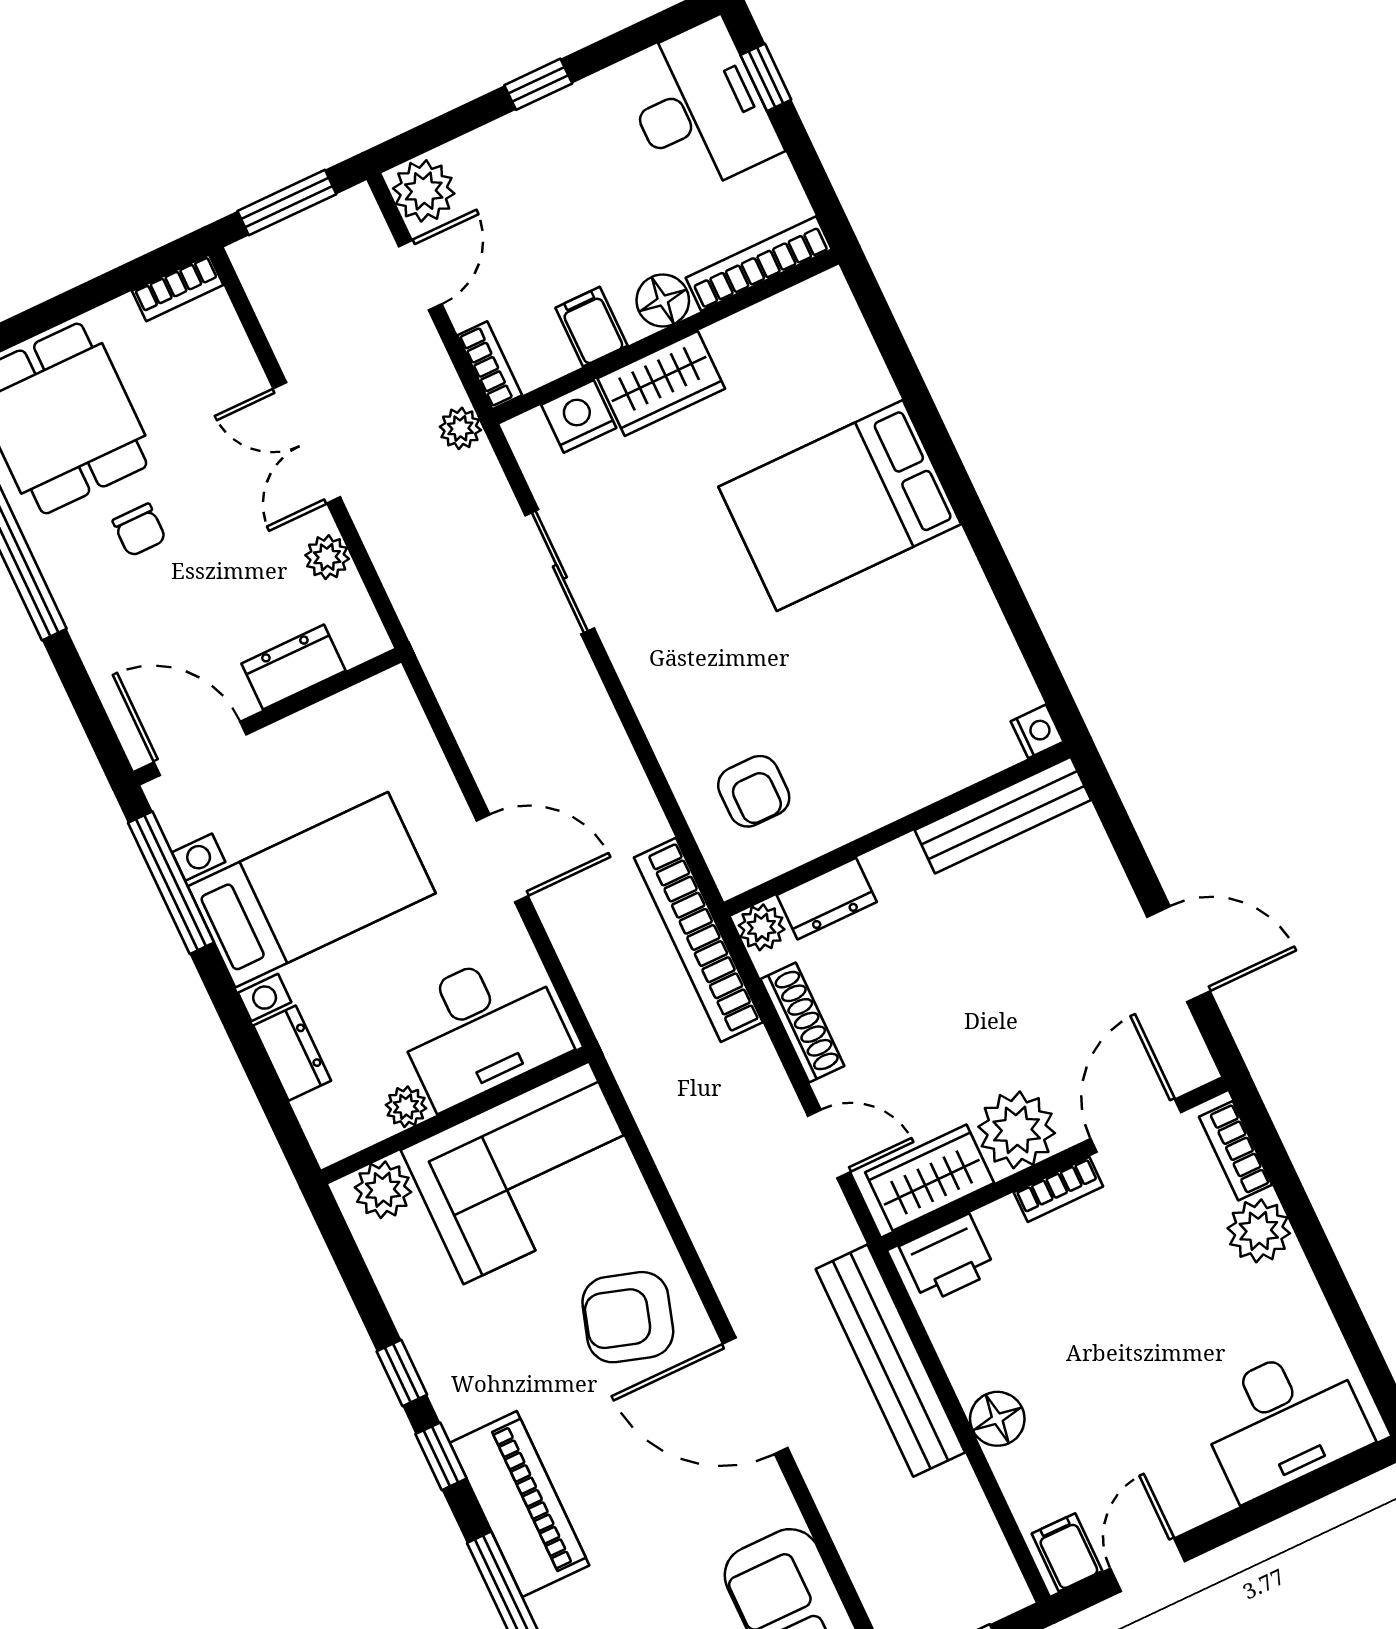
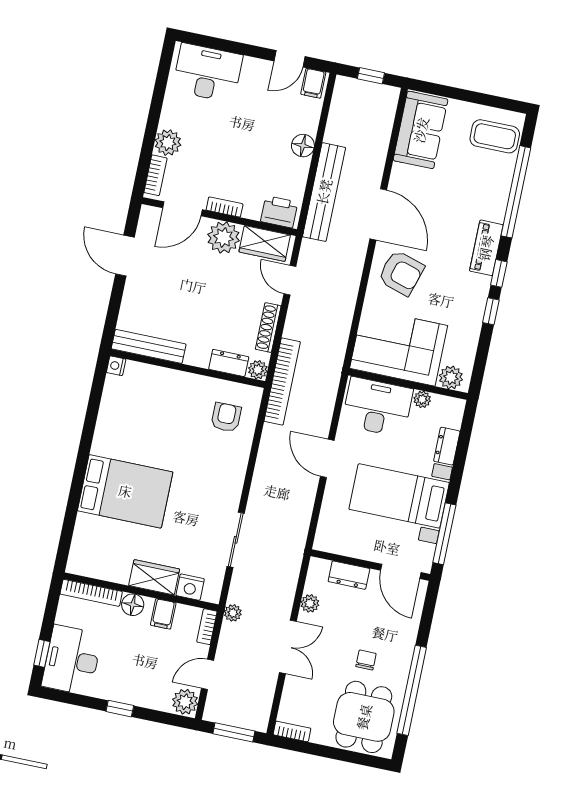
piano: (520, 1504) -> (486, 248), width x0.73, depth x0.75

